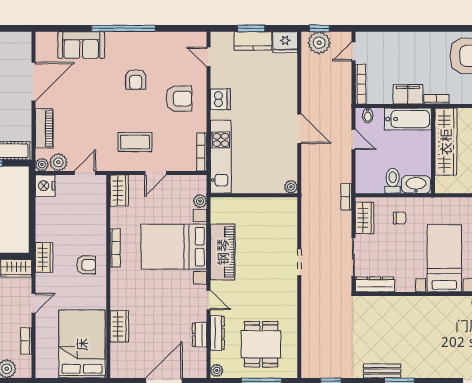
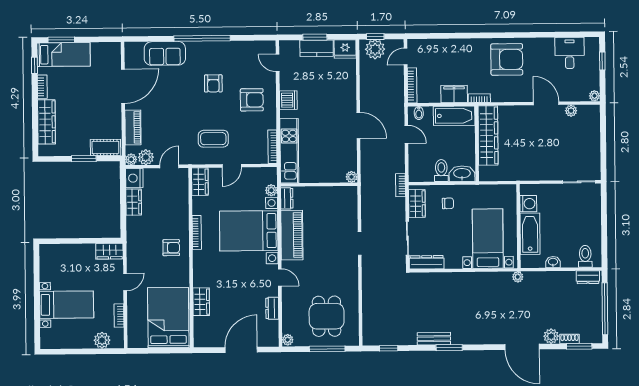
wardrobe: (44, 257) -> (134, 202), moved
dresser: (217, 333) -> (287, 198), moved, width x0.70

